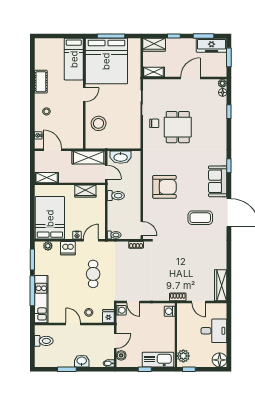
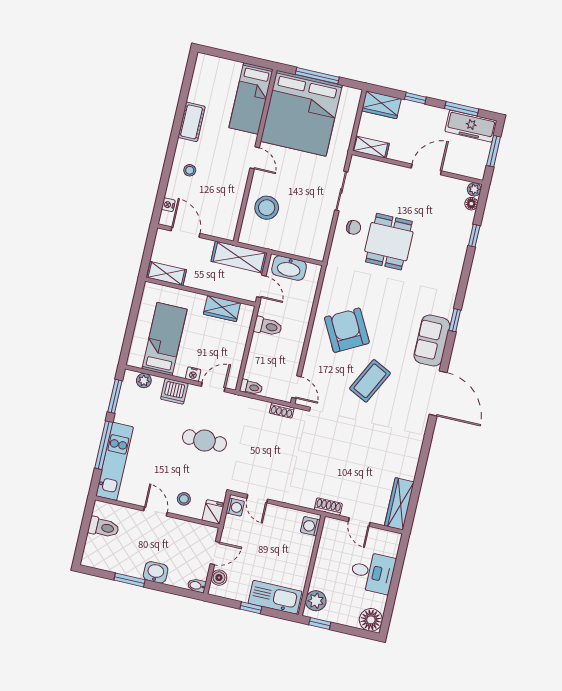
door: (84, 95) -> (255, 158), hinge flipped
armchair: (164, 187) -> (347, 330), turned -118
bed: (50, 218) -> (165, 339), width x0.67
coffee table: (200, 218) -> (370, 381), moved, turned -63
cafe table: (93, 274) -> (204, 441), turned 90

